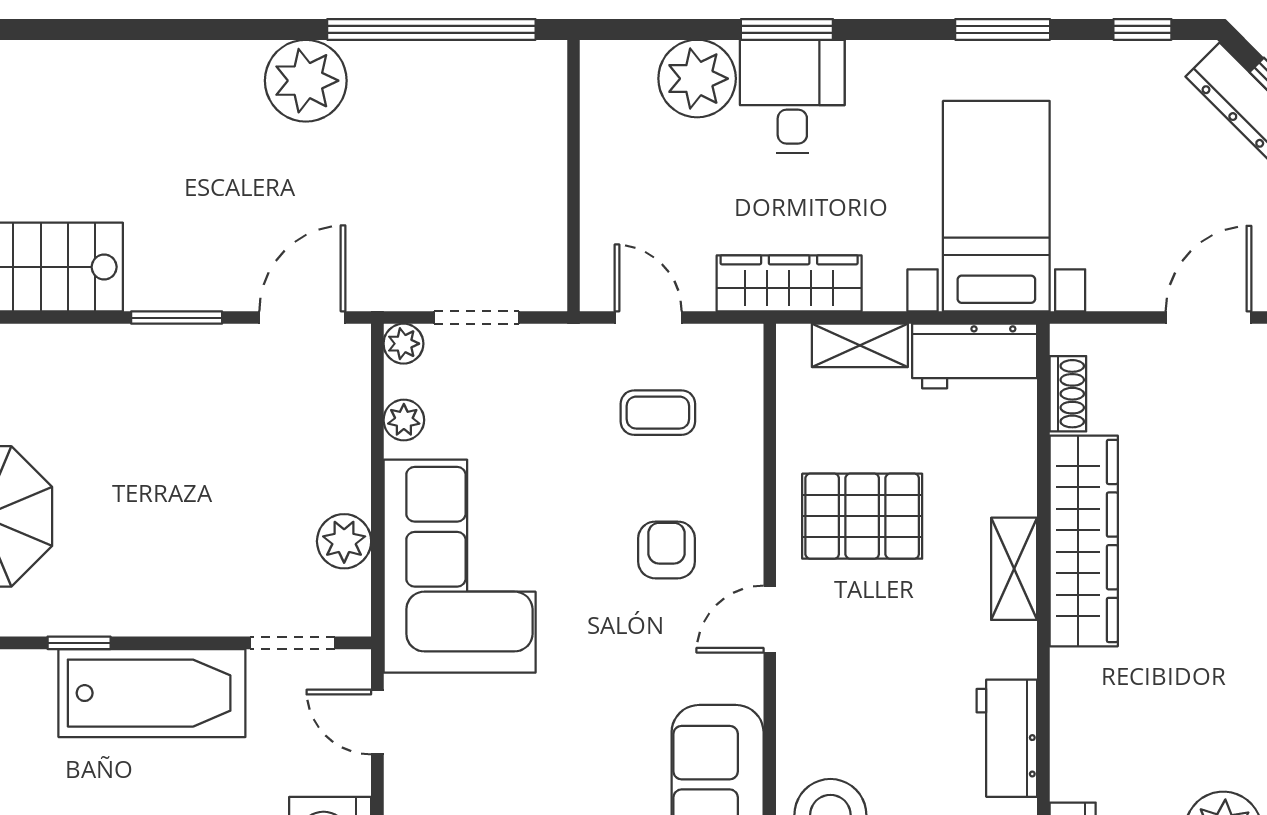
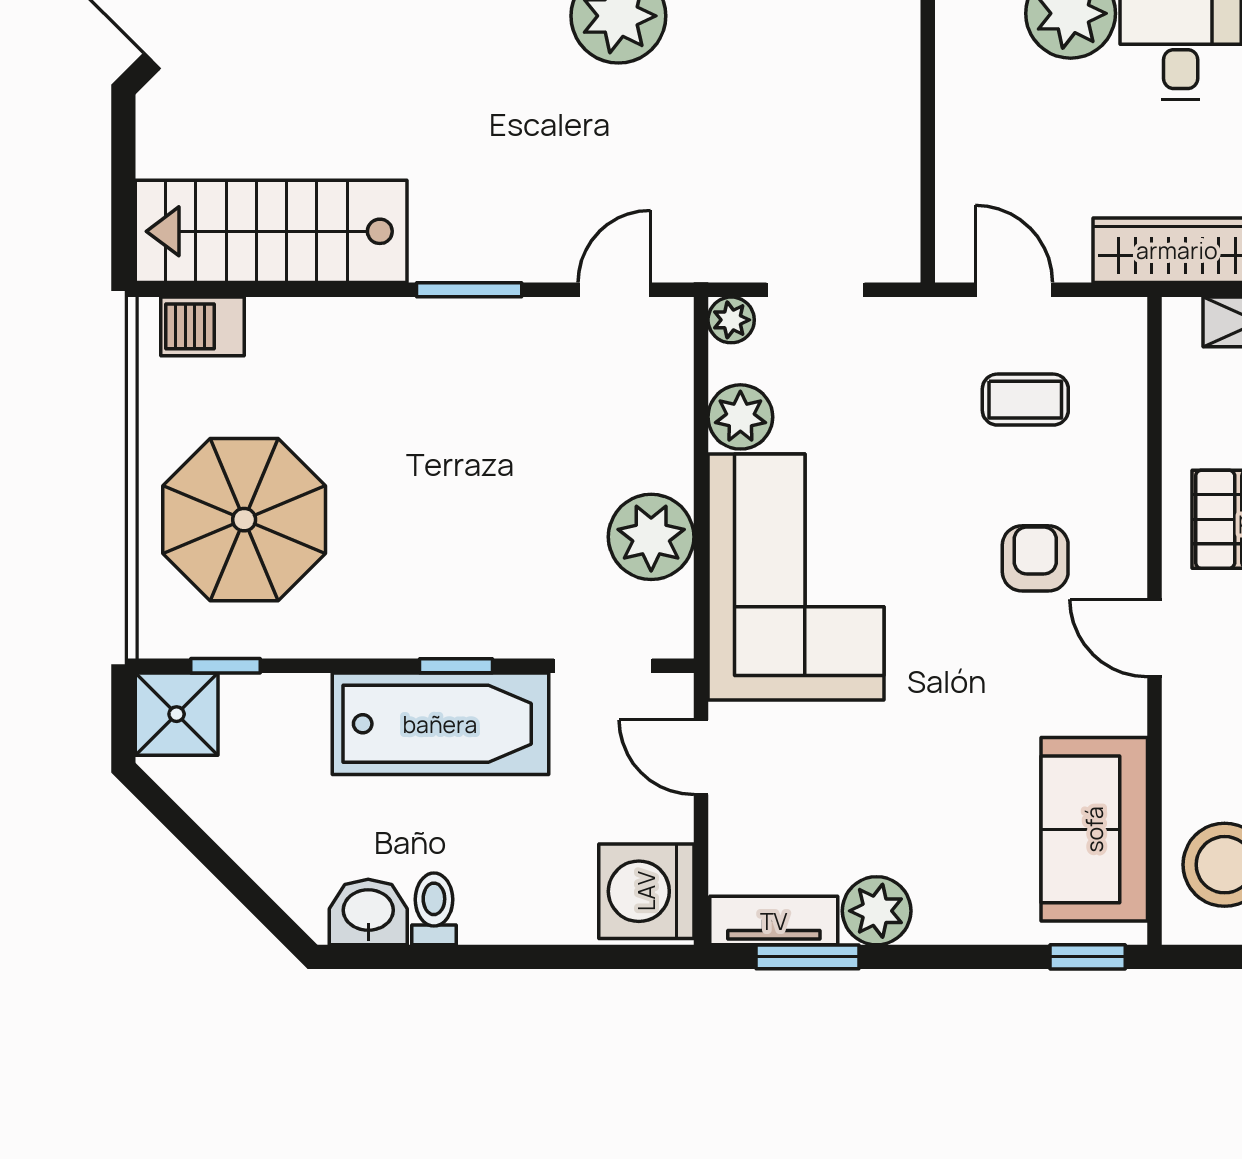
door: (302, 318) -> (614, 290), width x0.73
plant: (404, 420) -> (740, 417), width x1.38, depth x1.38
plant: (344, 541) -> (651, 537), width x1.36, depth x1.36
door: (770, 619) -> (1155, 638), hinge flipped
window: (79, 643) -> (456, 666), moved

